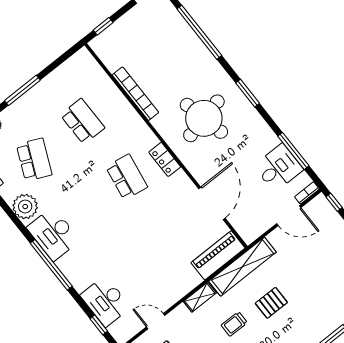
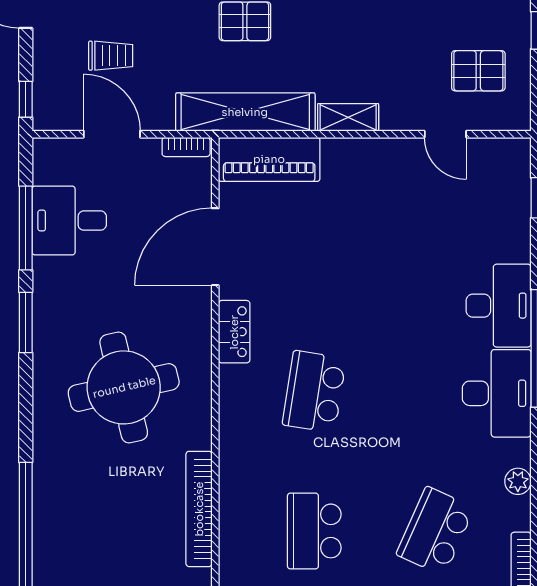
window: (248, 93) -> (26, 322), moved
locker: (165, 159) -> (234, 332), moved
bookcase: (307, 193) -> (186, 147), moved
plant: (25, 207) -> (518, 481), width x0.53, depth x0.53
desk: (105, 301) -> (499, 306), moved
trolley: (234, 324) -> (111, 56), moved

